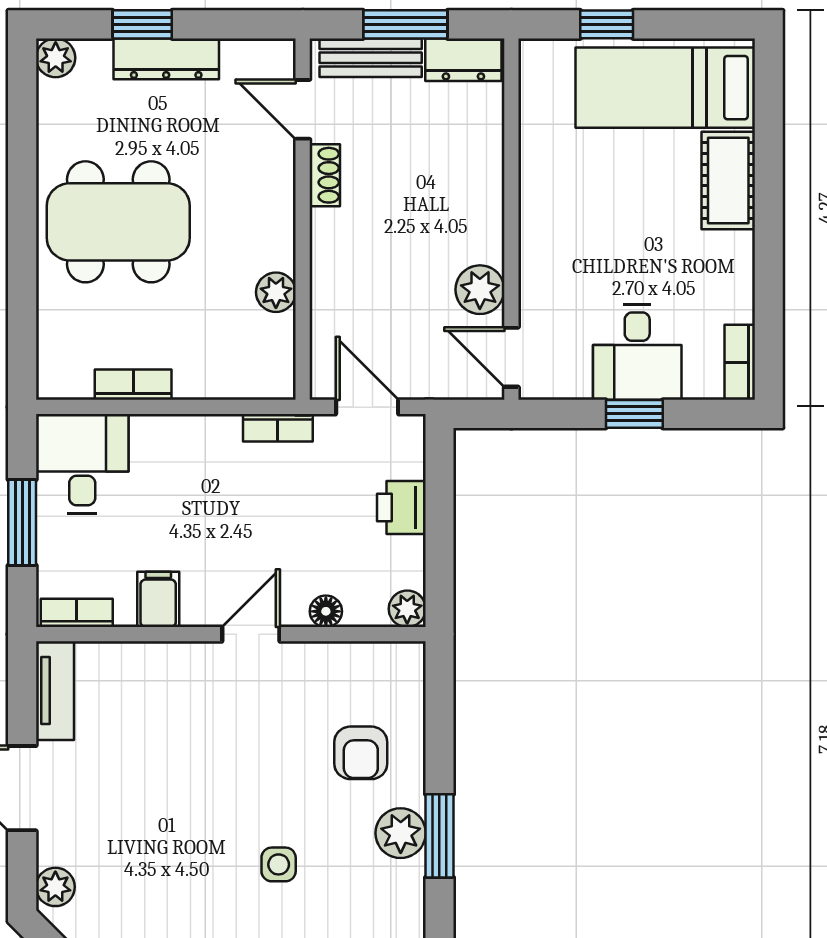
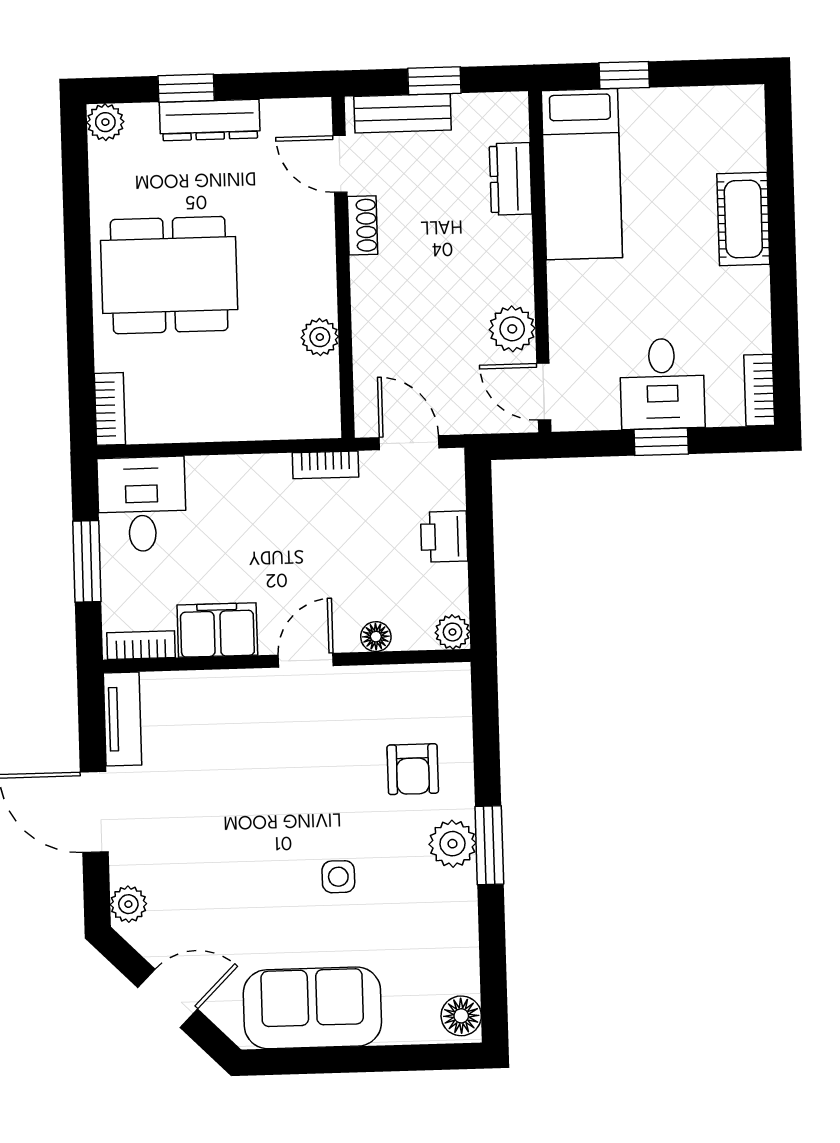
window: (405, 24) -> (434, 81), width x0.67
dresser: (463, 60) -> (511, 179), moved, turned 90
bed: (665, 88) -> (582, 174), moved, turned -90
bookcase: (133, 385) -> (110, 409), moved, turned 90
filing cabinet: (158, 599) -> (217, 630), width x2.00

